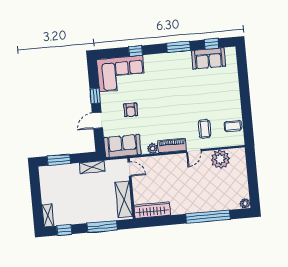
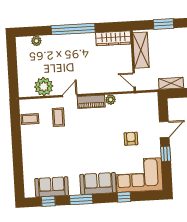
sofa: (122, 146) -> (98, 184), moved, turned 180
plant: (245, 203) -> (36, 41), moved
window: (208, 217) -> (73, 29), moved
window: (102, 226) -> (164, 24), width x0.69

